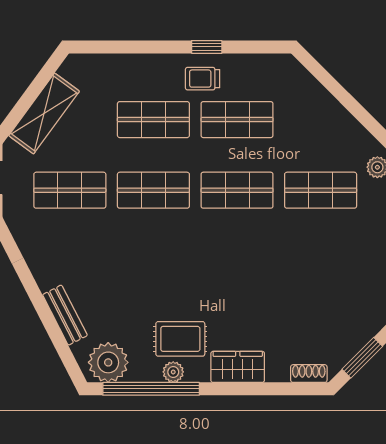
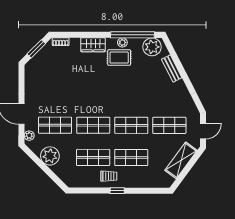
window: (207, 47) -> (117, 191), moved
plant: (332, 123) -> (50, 156), added

